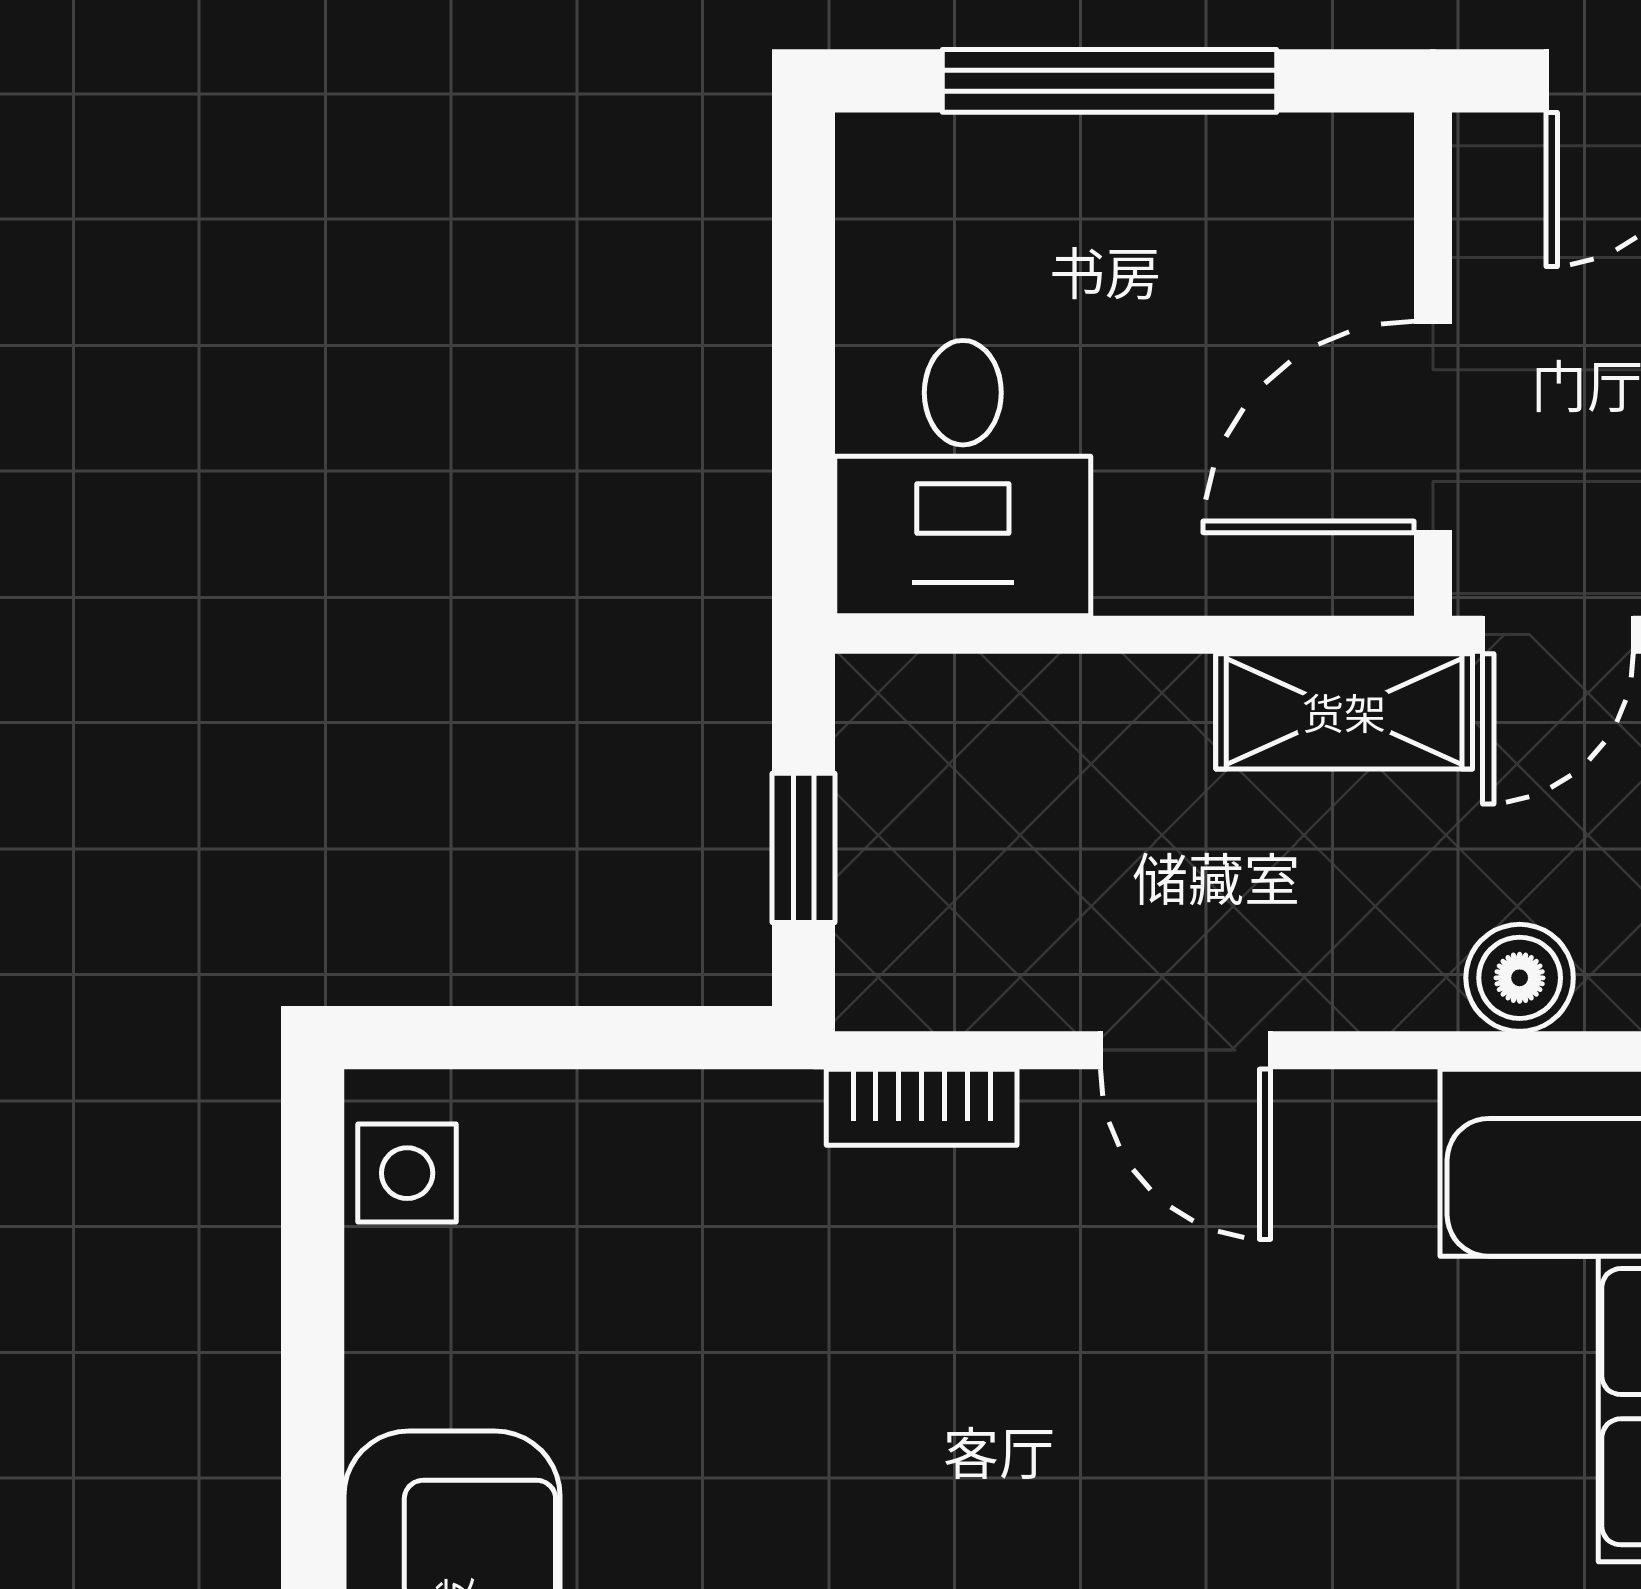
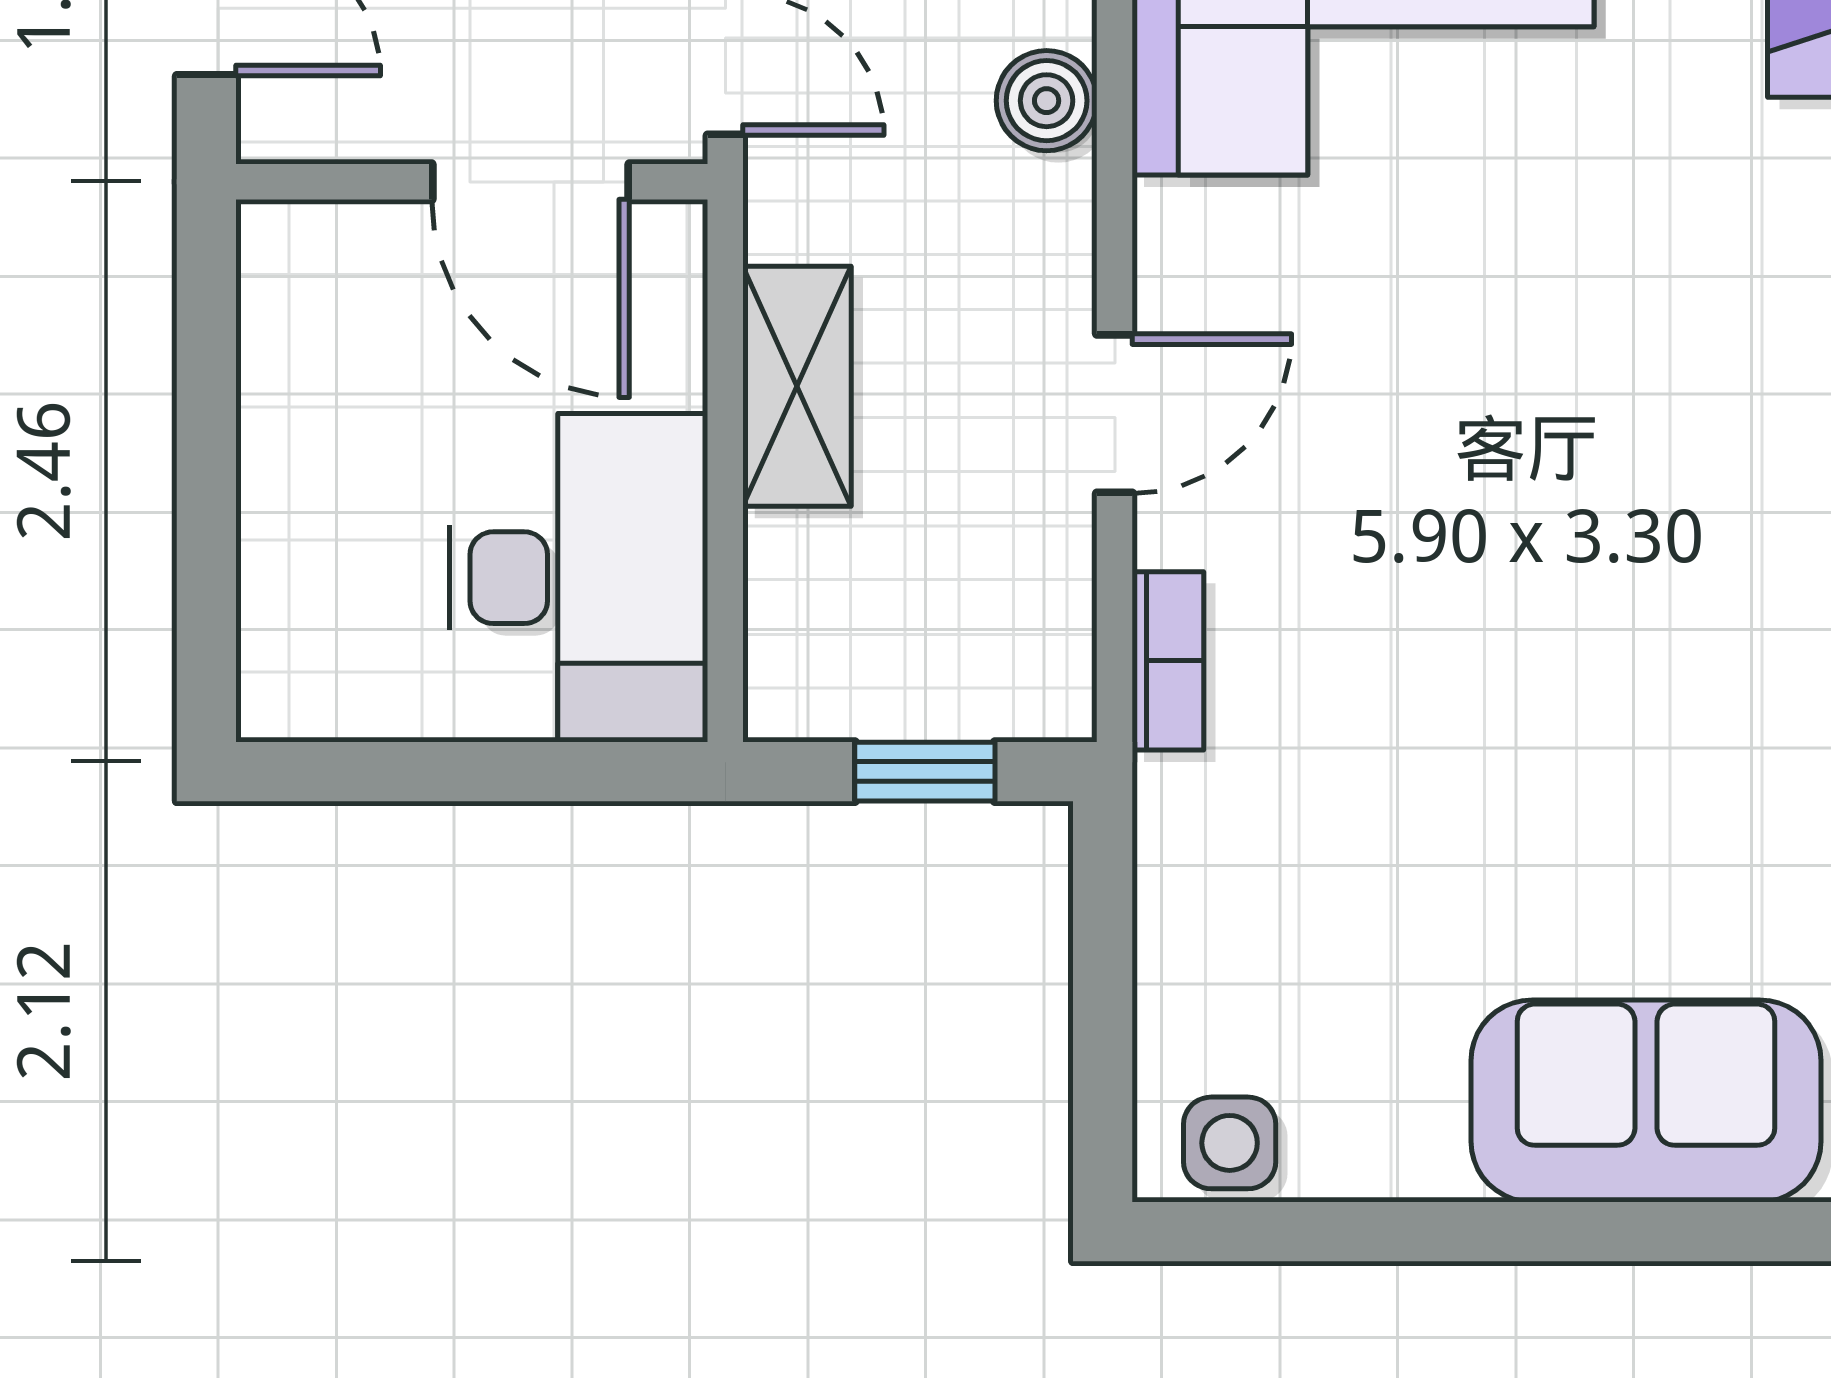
window: (1110, 81) -> (206, 485), removed
desk: (963, 478) -> (578, 578), width x1.37
shelving: (1344, 711) -> (797, 386), moved

